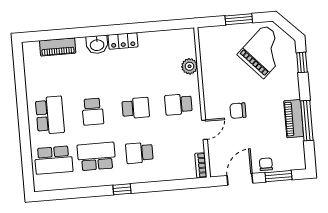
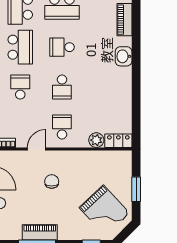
locker: (123, 41) -> (118, 141), moved, turned 90
door: (204, 130) -> (37, 149), swing flipped

